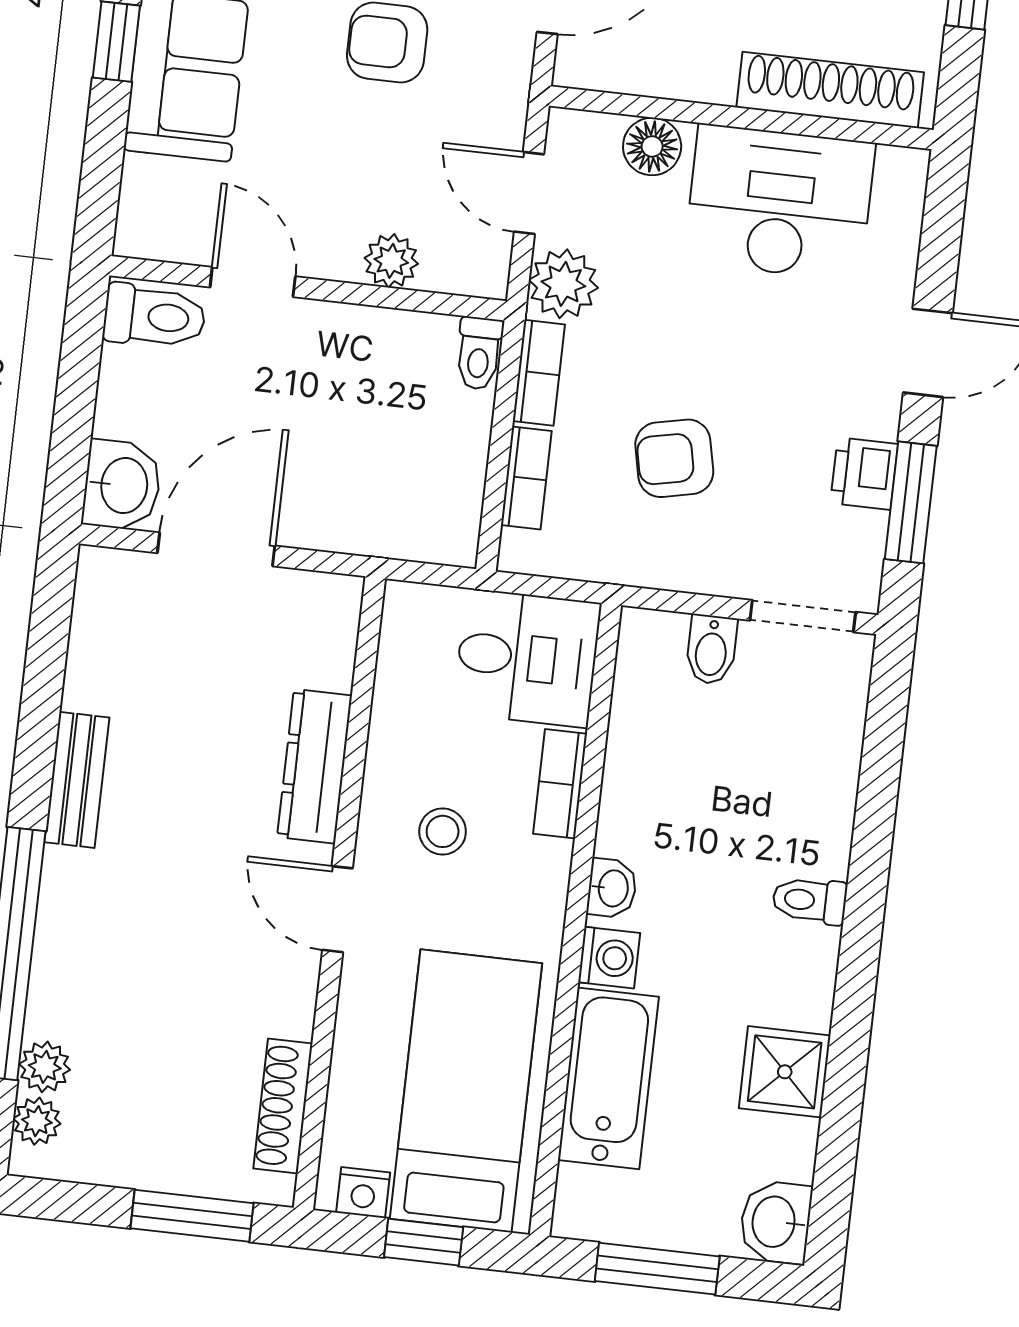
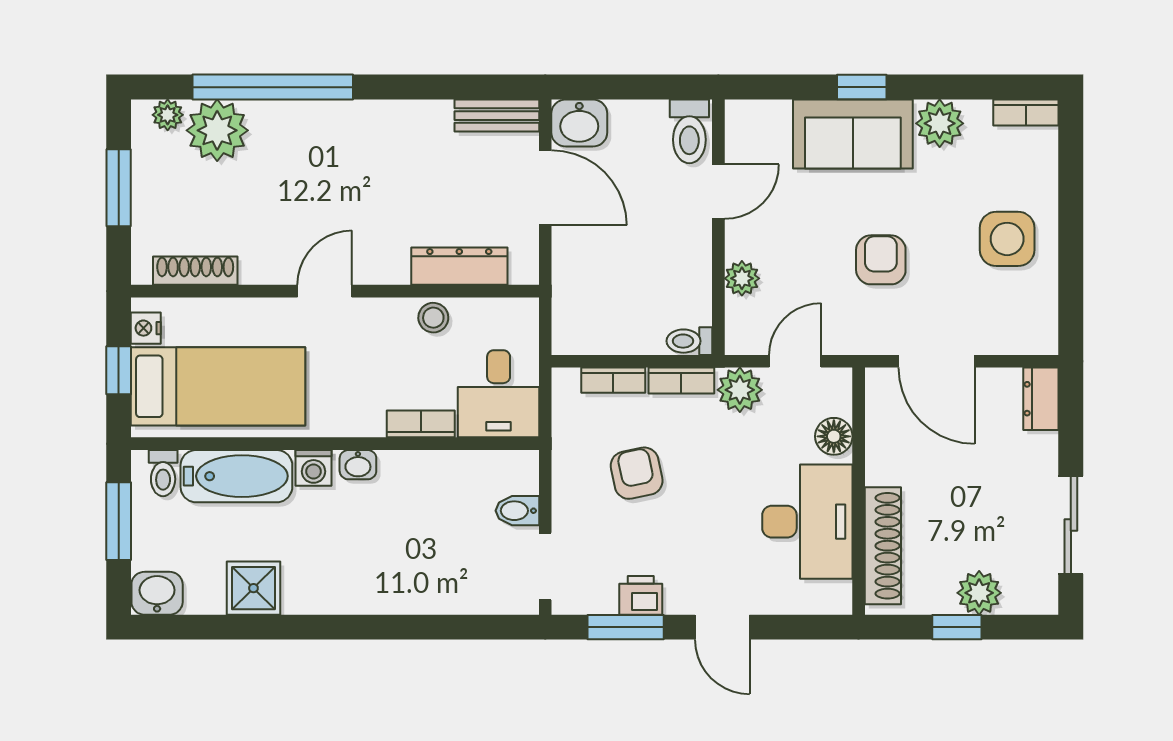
dresser: (315, 766) -> (459, 266), moved
bench: (77, 780) -> (497, 116), moved
stool: (443, 831) -> (433, 318), moved
toilet: (810, 900) -> (163, 473), moved, turned 180
plant: (45, 1067) -> (217, 130), width x1.88, depth x1.88
window: (192, 1216) -> (119, 188), moved

